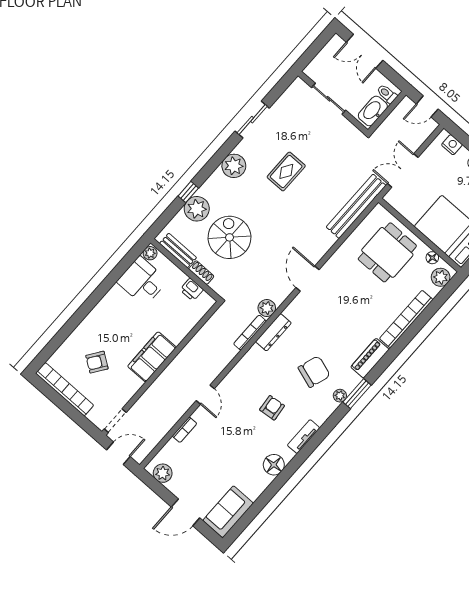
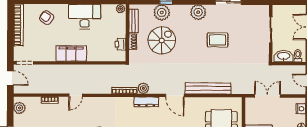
bench: (356, 206) -> (208, 88), moved
door: (307, 279) -> (175, 96), swing flipped
desk: (142, 281) -> (85, 17), moved, width x1.37
dresser: (273, 332) -> (146, 102), moved
armchair: (97, 362) -> (47, 18), moved

